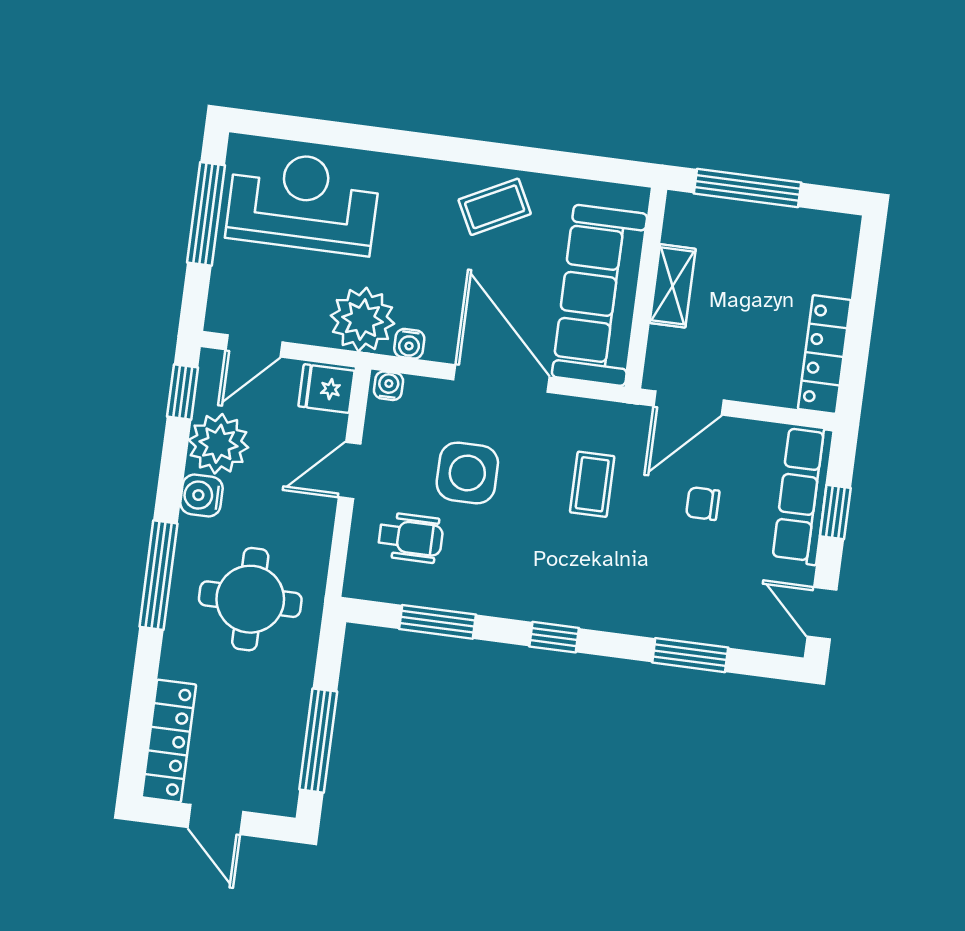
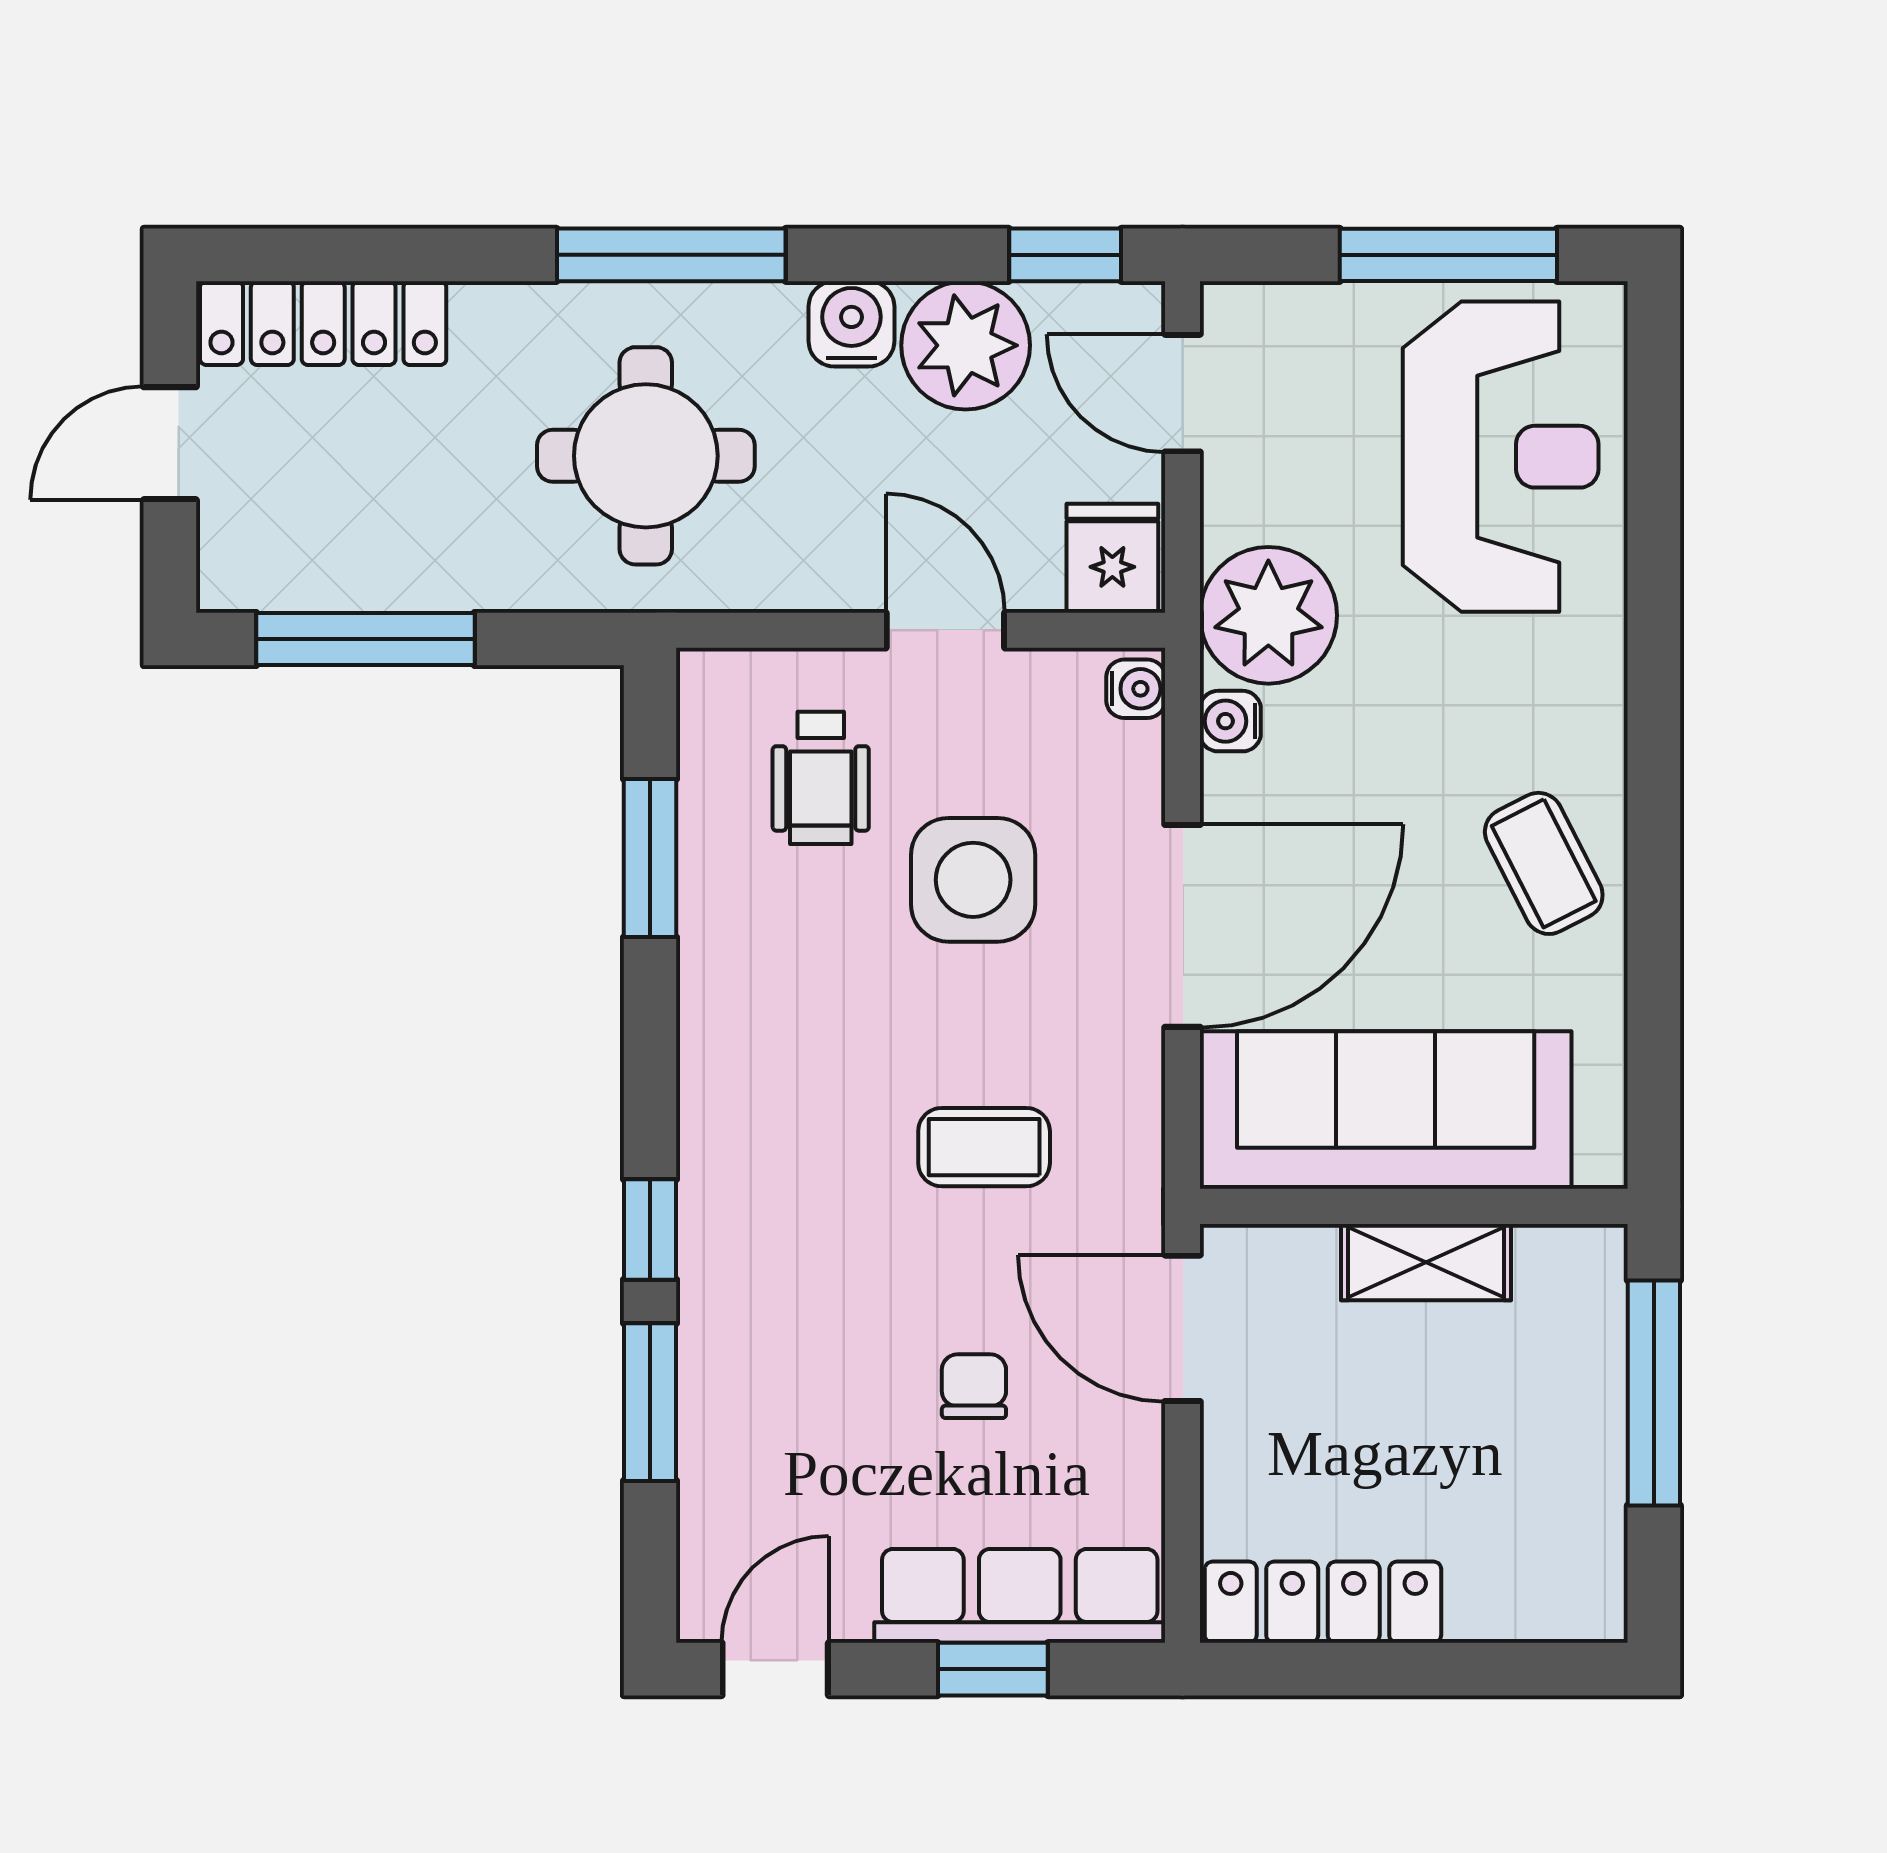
window: (554, 637) -> (650, 1229), moved

